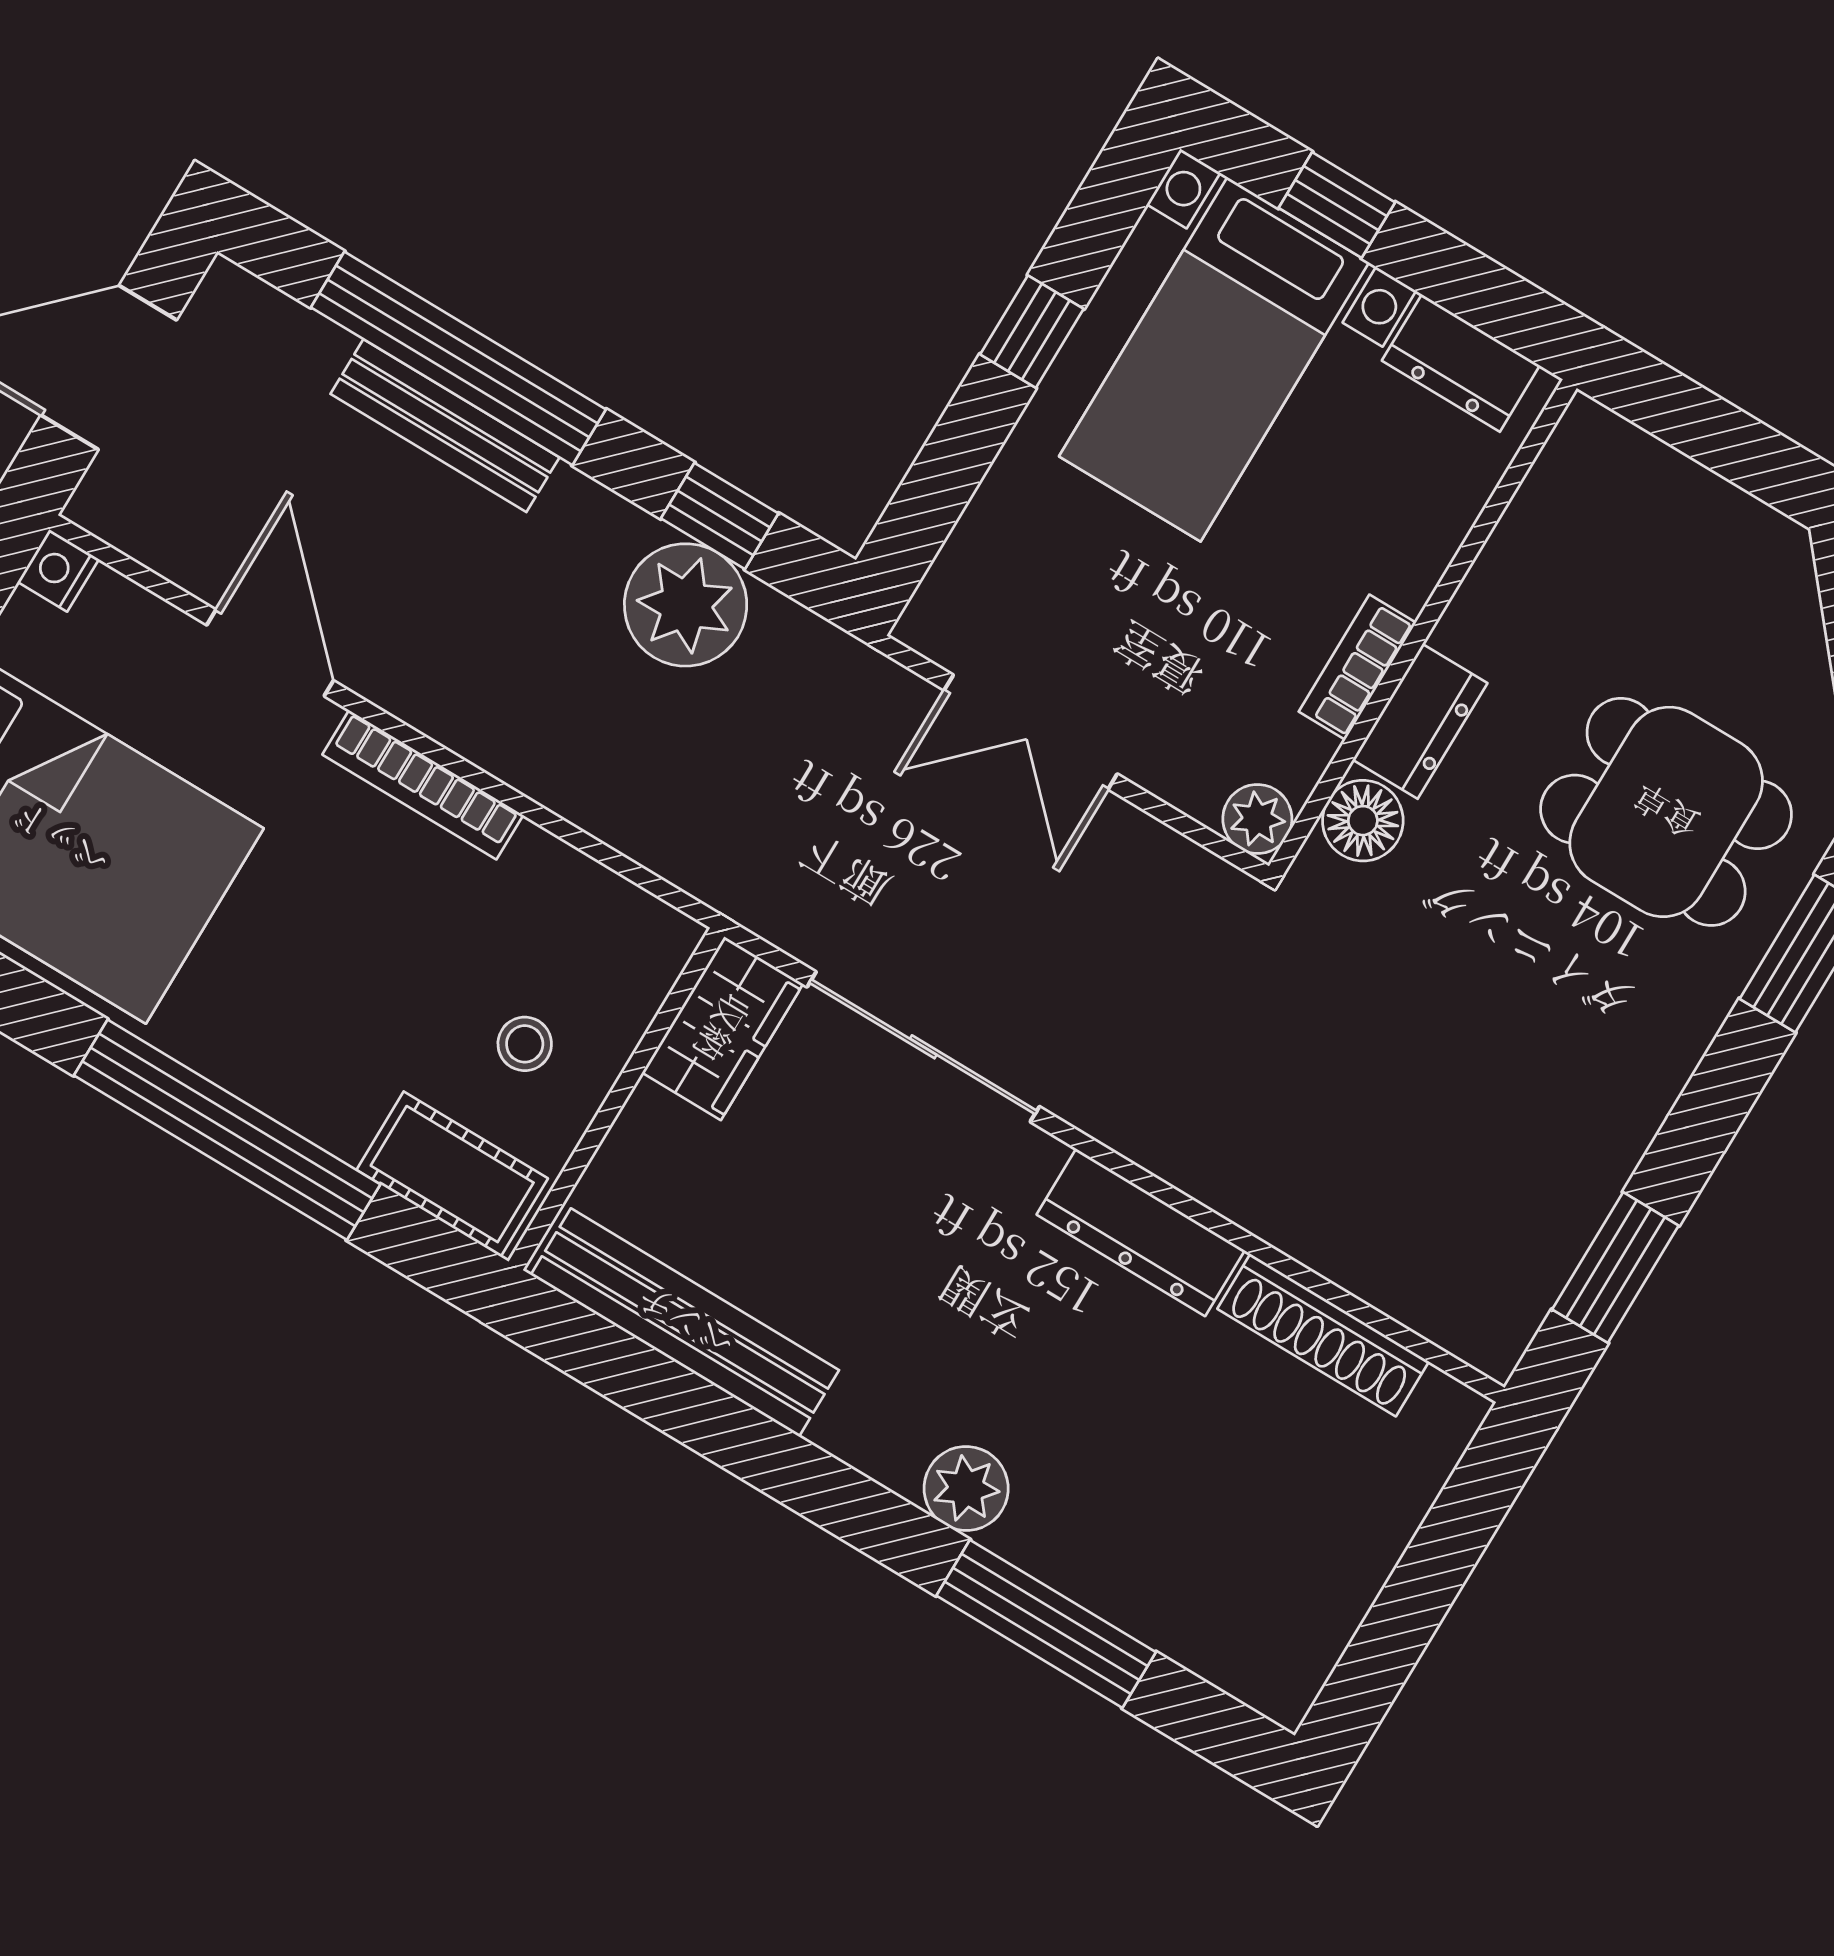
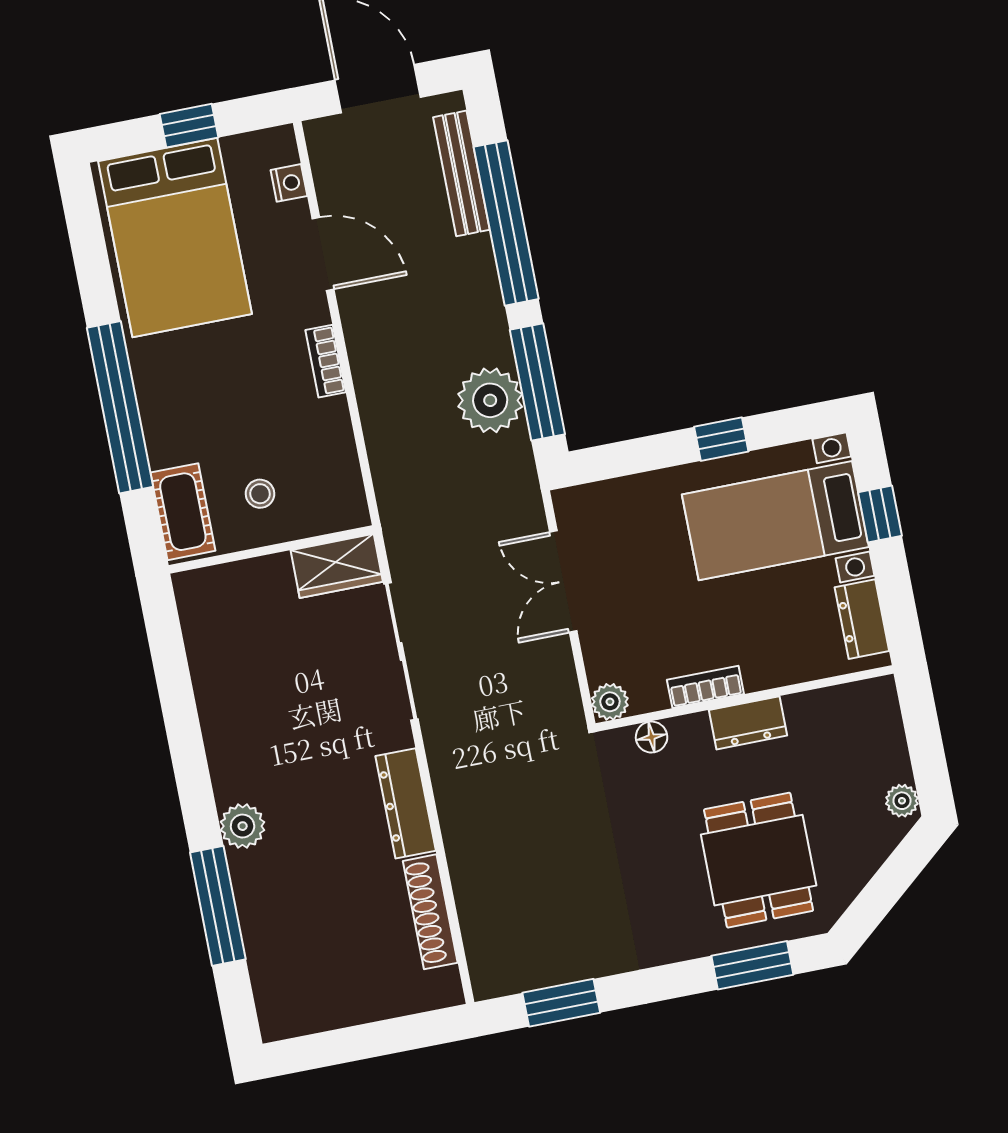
bench: (445, 426) -> (461, 173), moved
window: (720, 516) -> (537, 382), width x2.17
plant: (1765, 537) -> (902, 801), added
nightstand: (58, 570) -> (289, 183), moved, turned 90
door: (270, 653) -> (323, 254), hinge flipped
dresser: (1420, 721) -> (748, 723), moved
bookcase: (423, 785) -> (326, 361), width x0.64
floor lamp: (1363, 821) -> (652, 737), width x0.73, depth x0.73
bench: (685, 1322) -> (208, 656), removed

